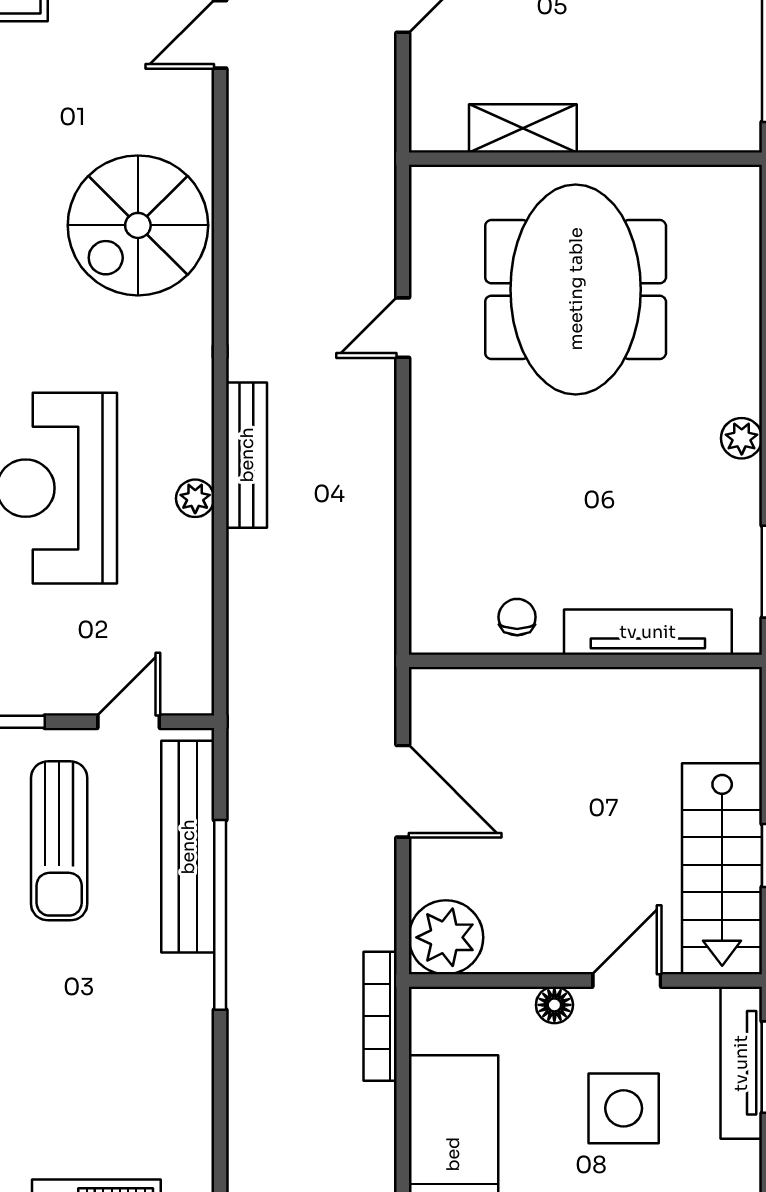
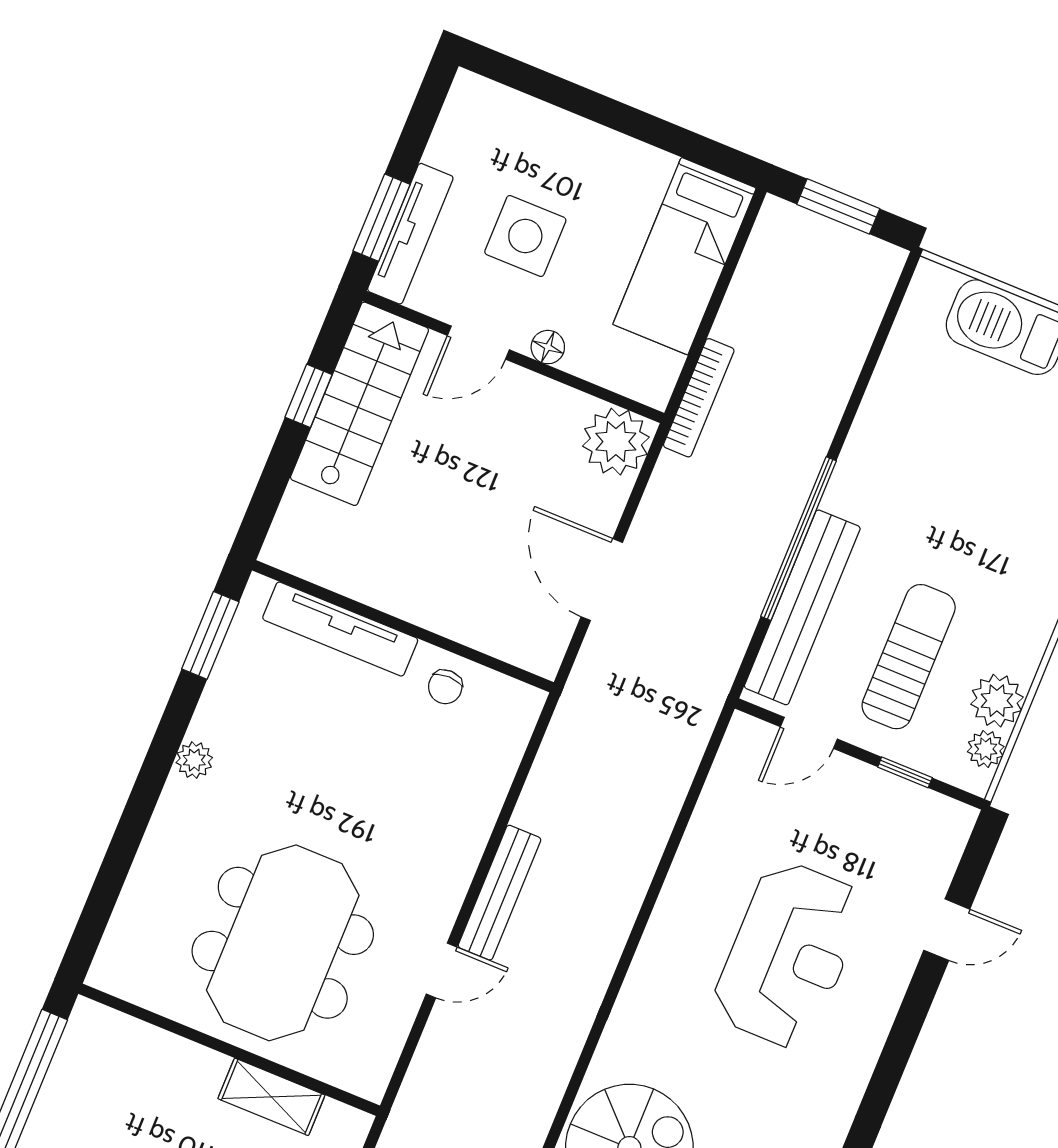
bench: (247, 455) -> (500, 893), moved
plant: (195, 498) -> (676, 898), removed

